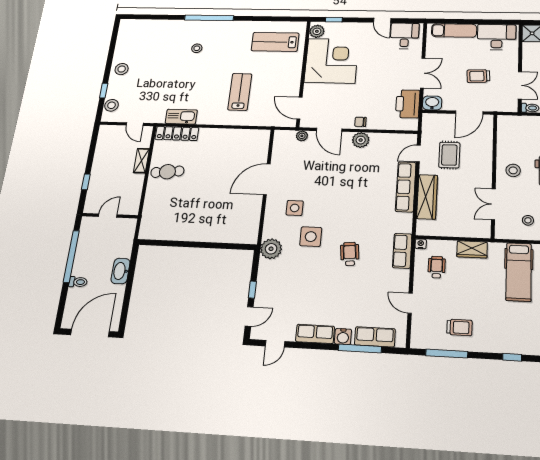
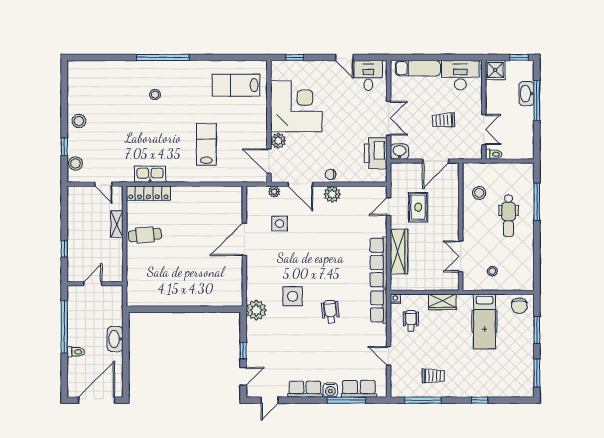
plant: (317, 31) -> (278, 141), moved
stool: (513, 170) -> (479, 193), moved
row of seats: (406, 187) -> (378, 263), moved
side table: (295, 208) -> (280, 224), moved

